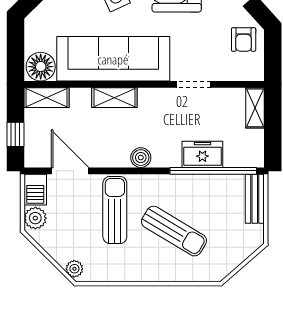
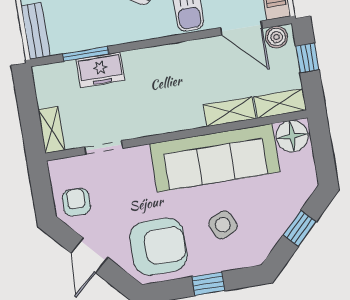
doorway: (193, 84) -> (103, 148), moved
shelving: (114, 98) -> (230, 112), moved
boiler: (141, 158) -> (277, 37), moved
window: (213, 171) -> (86, 54), width x0.47

